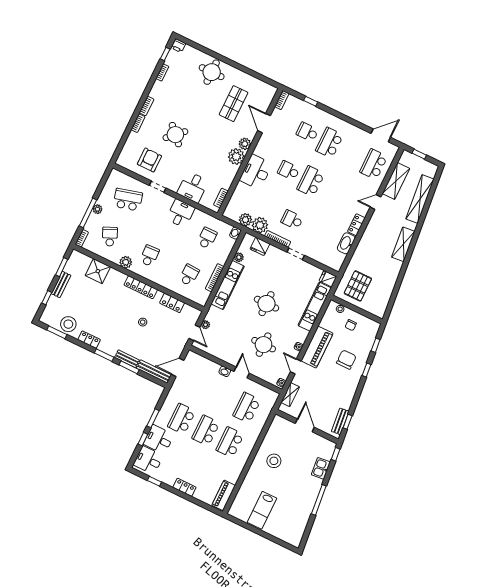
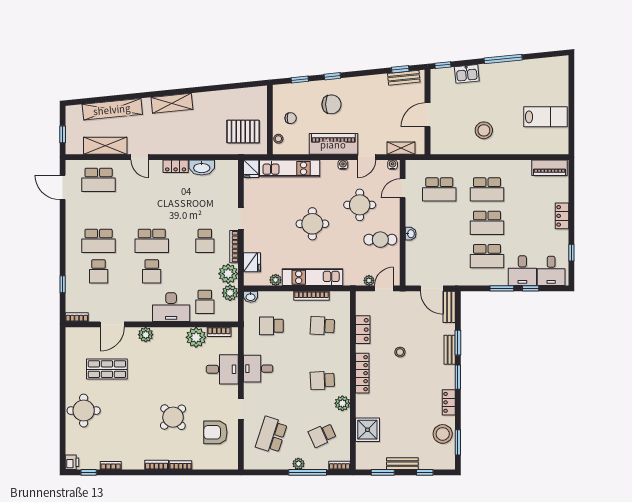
plant: (236, 156) -> (196, 337), moved
school desk: (248, 198) -> (205, 302), added
school desk: (128, 200) -> (271, 435), turned 33
cafe table: (231, 347) -> (380, 240), added
chair: (346, 360) -> (331, 104), turned 180
bench: (154, 372) -> (449, 307), width x0.73
door: (242, 372) -> (403, 188), moved

